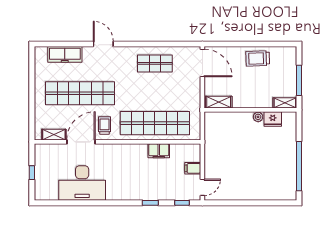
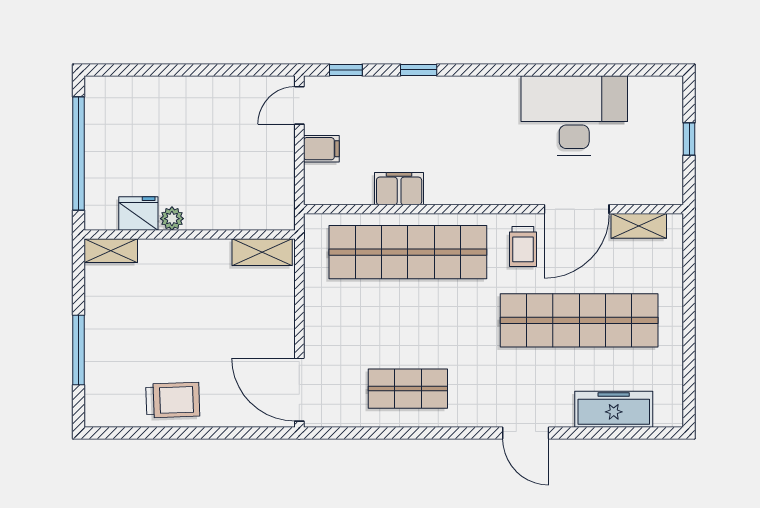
shelving: (219, 102) -> (262, 252), moved
shelving: (285, 103) -> (111, 251), moved
wall: (250, 110) -> (190, 235), moved
plant: (258, 117) -> (172, 219), moved
fridge: (273, 119) -> (138, 214), moved

